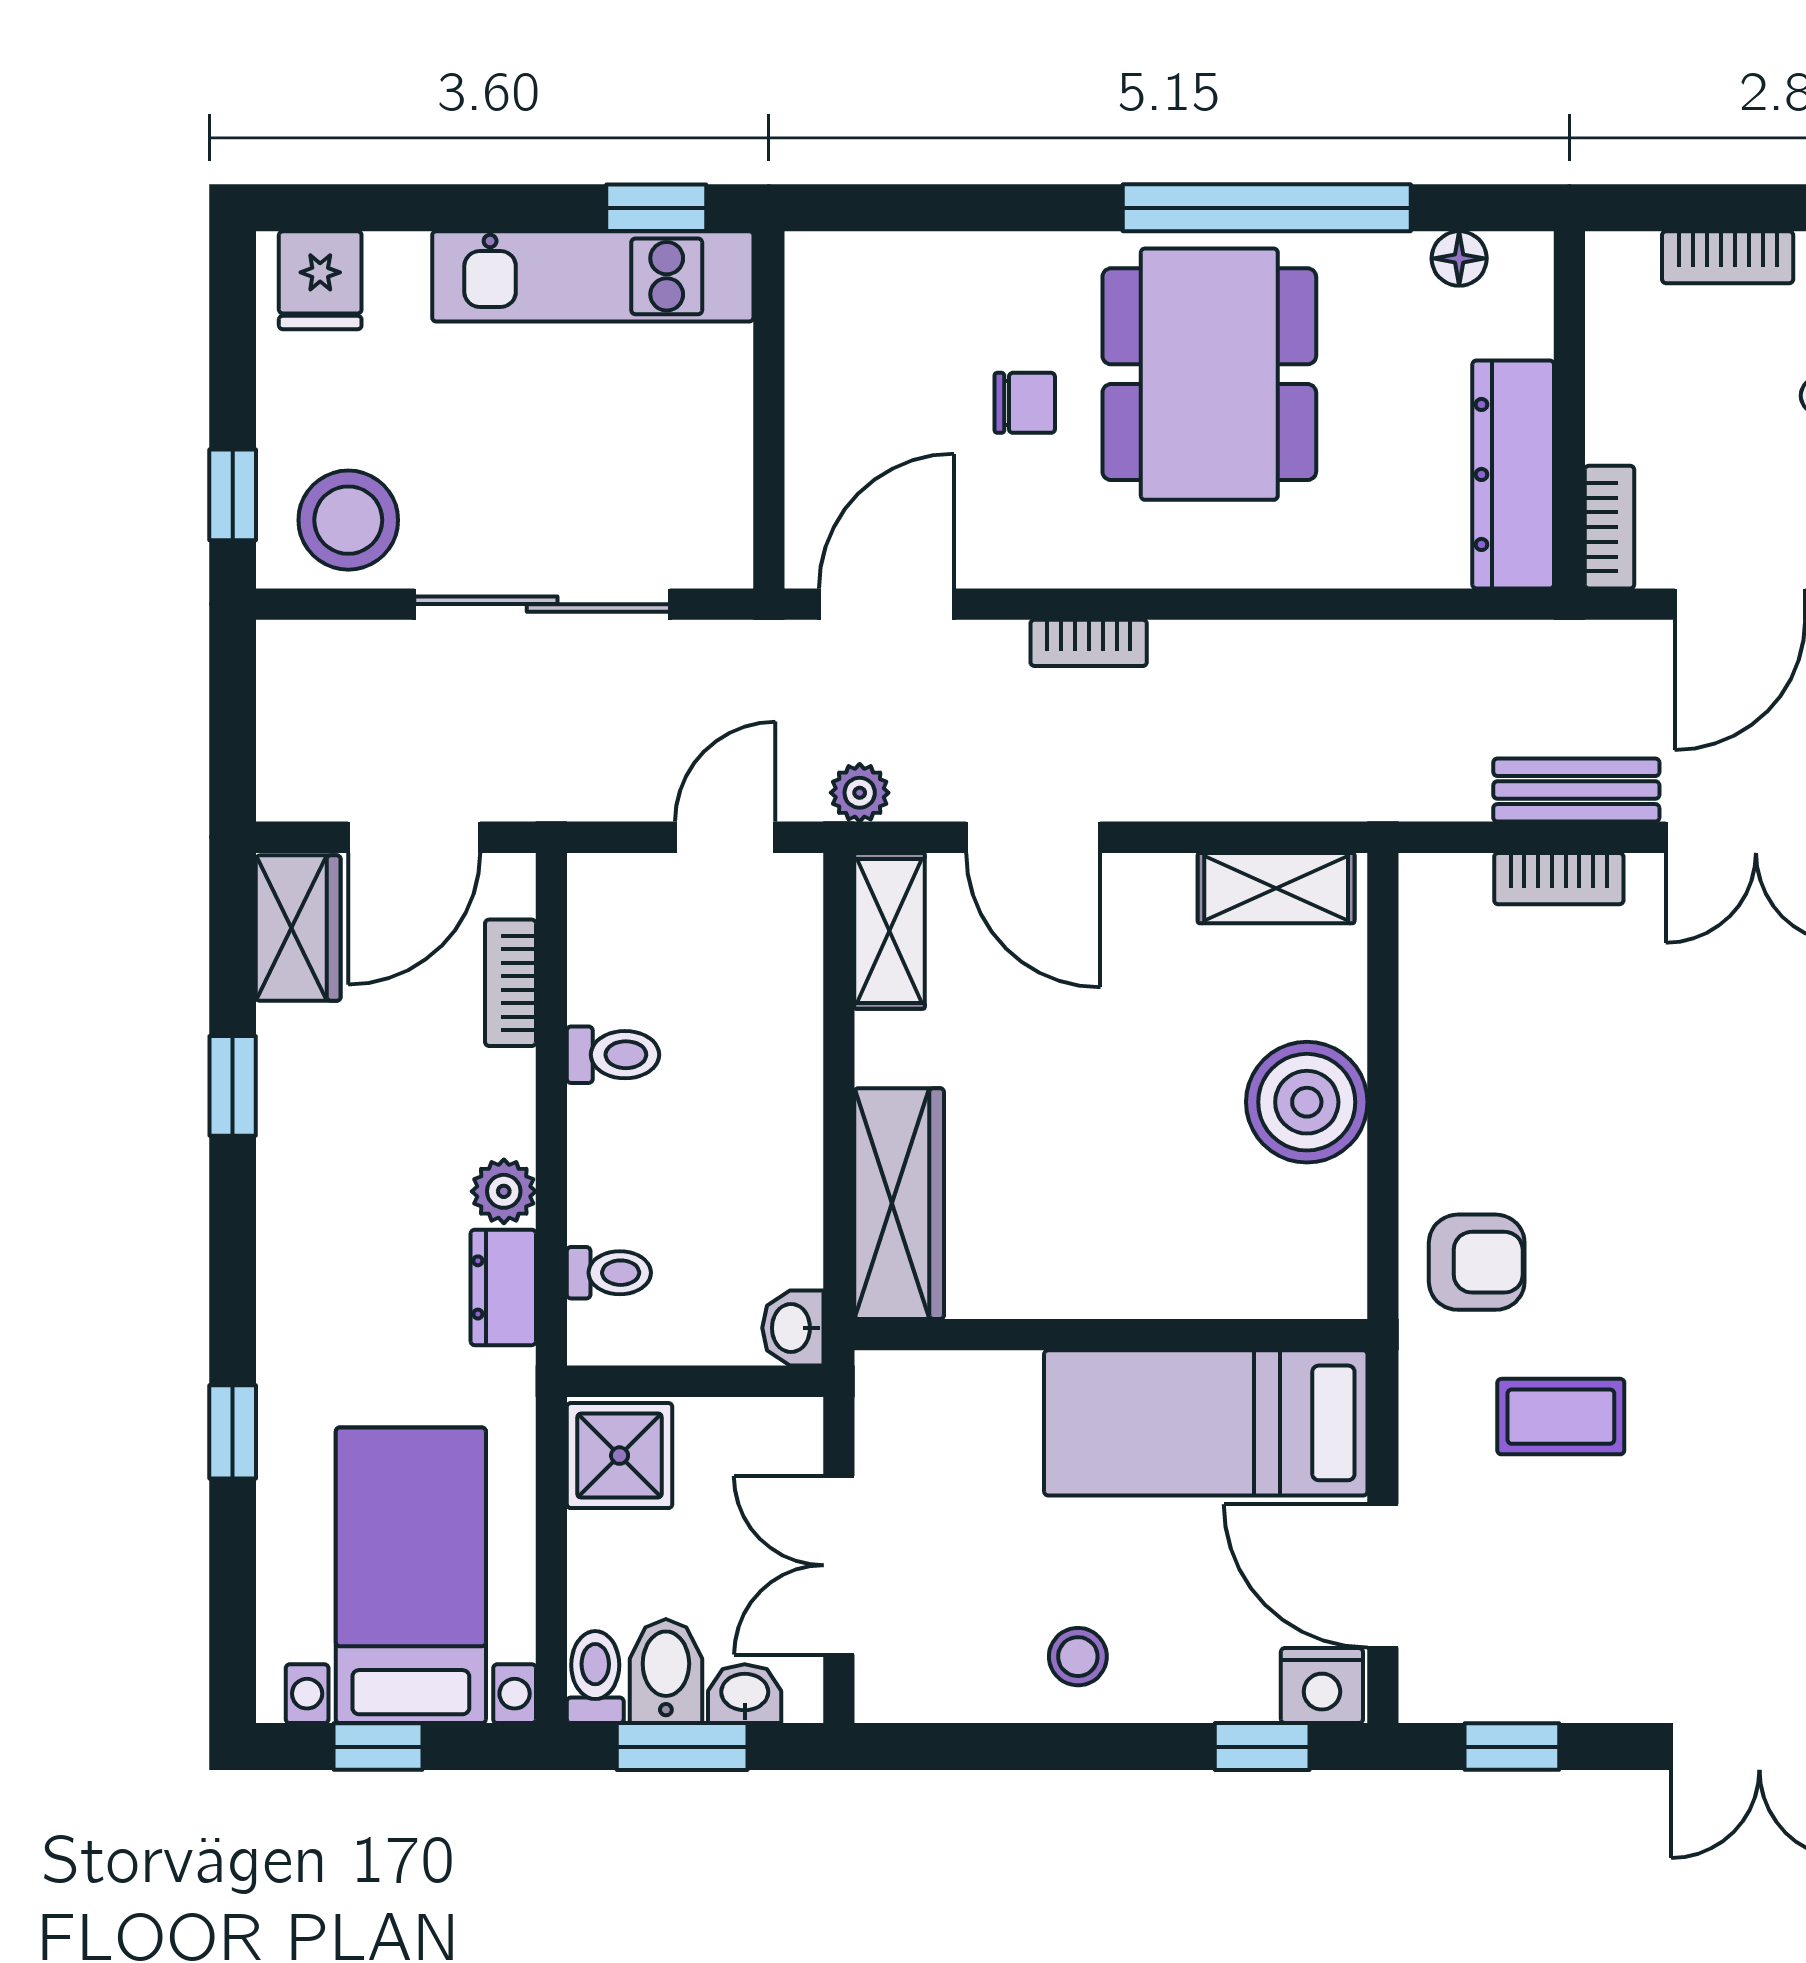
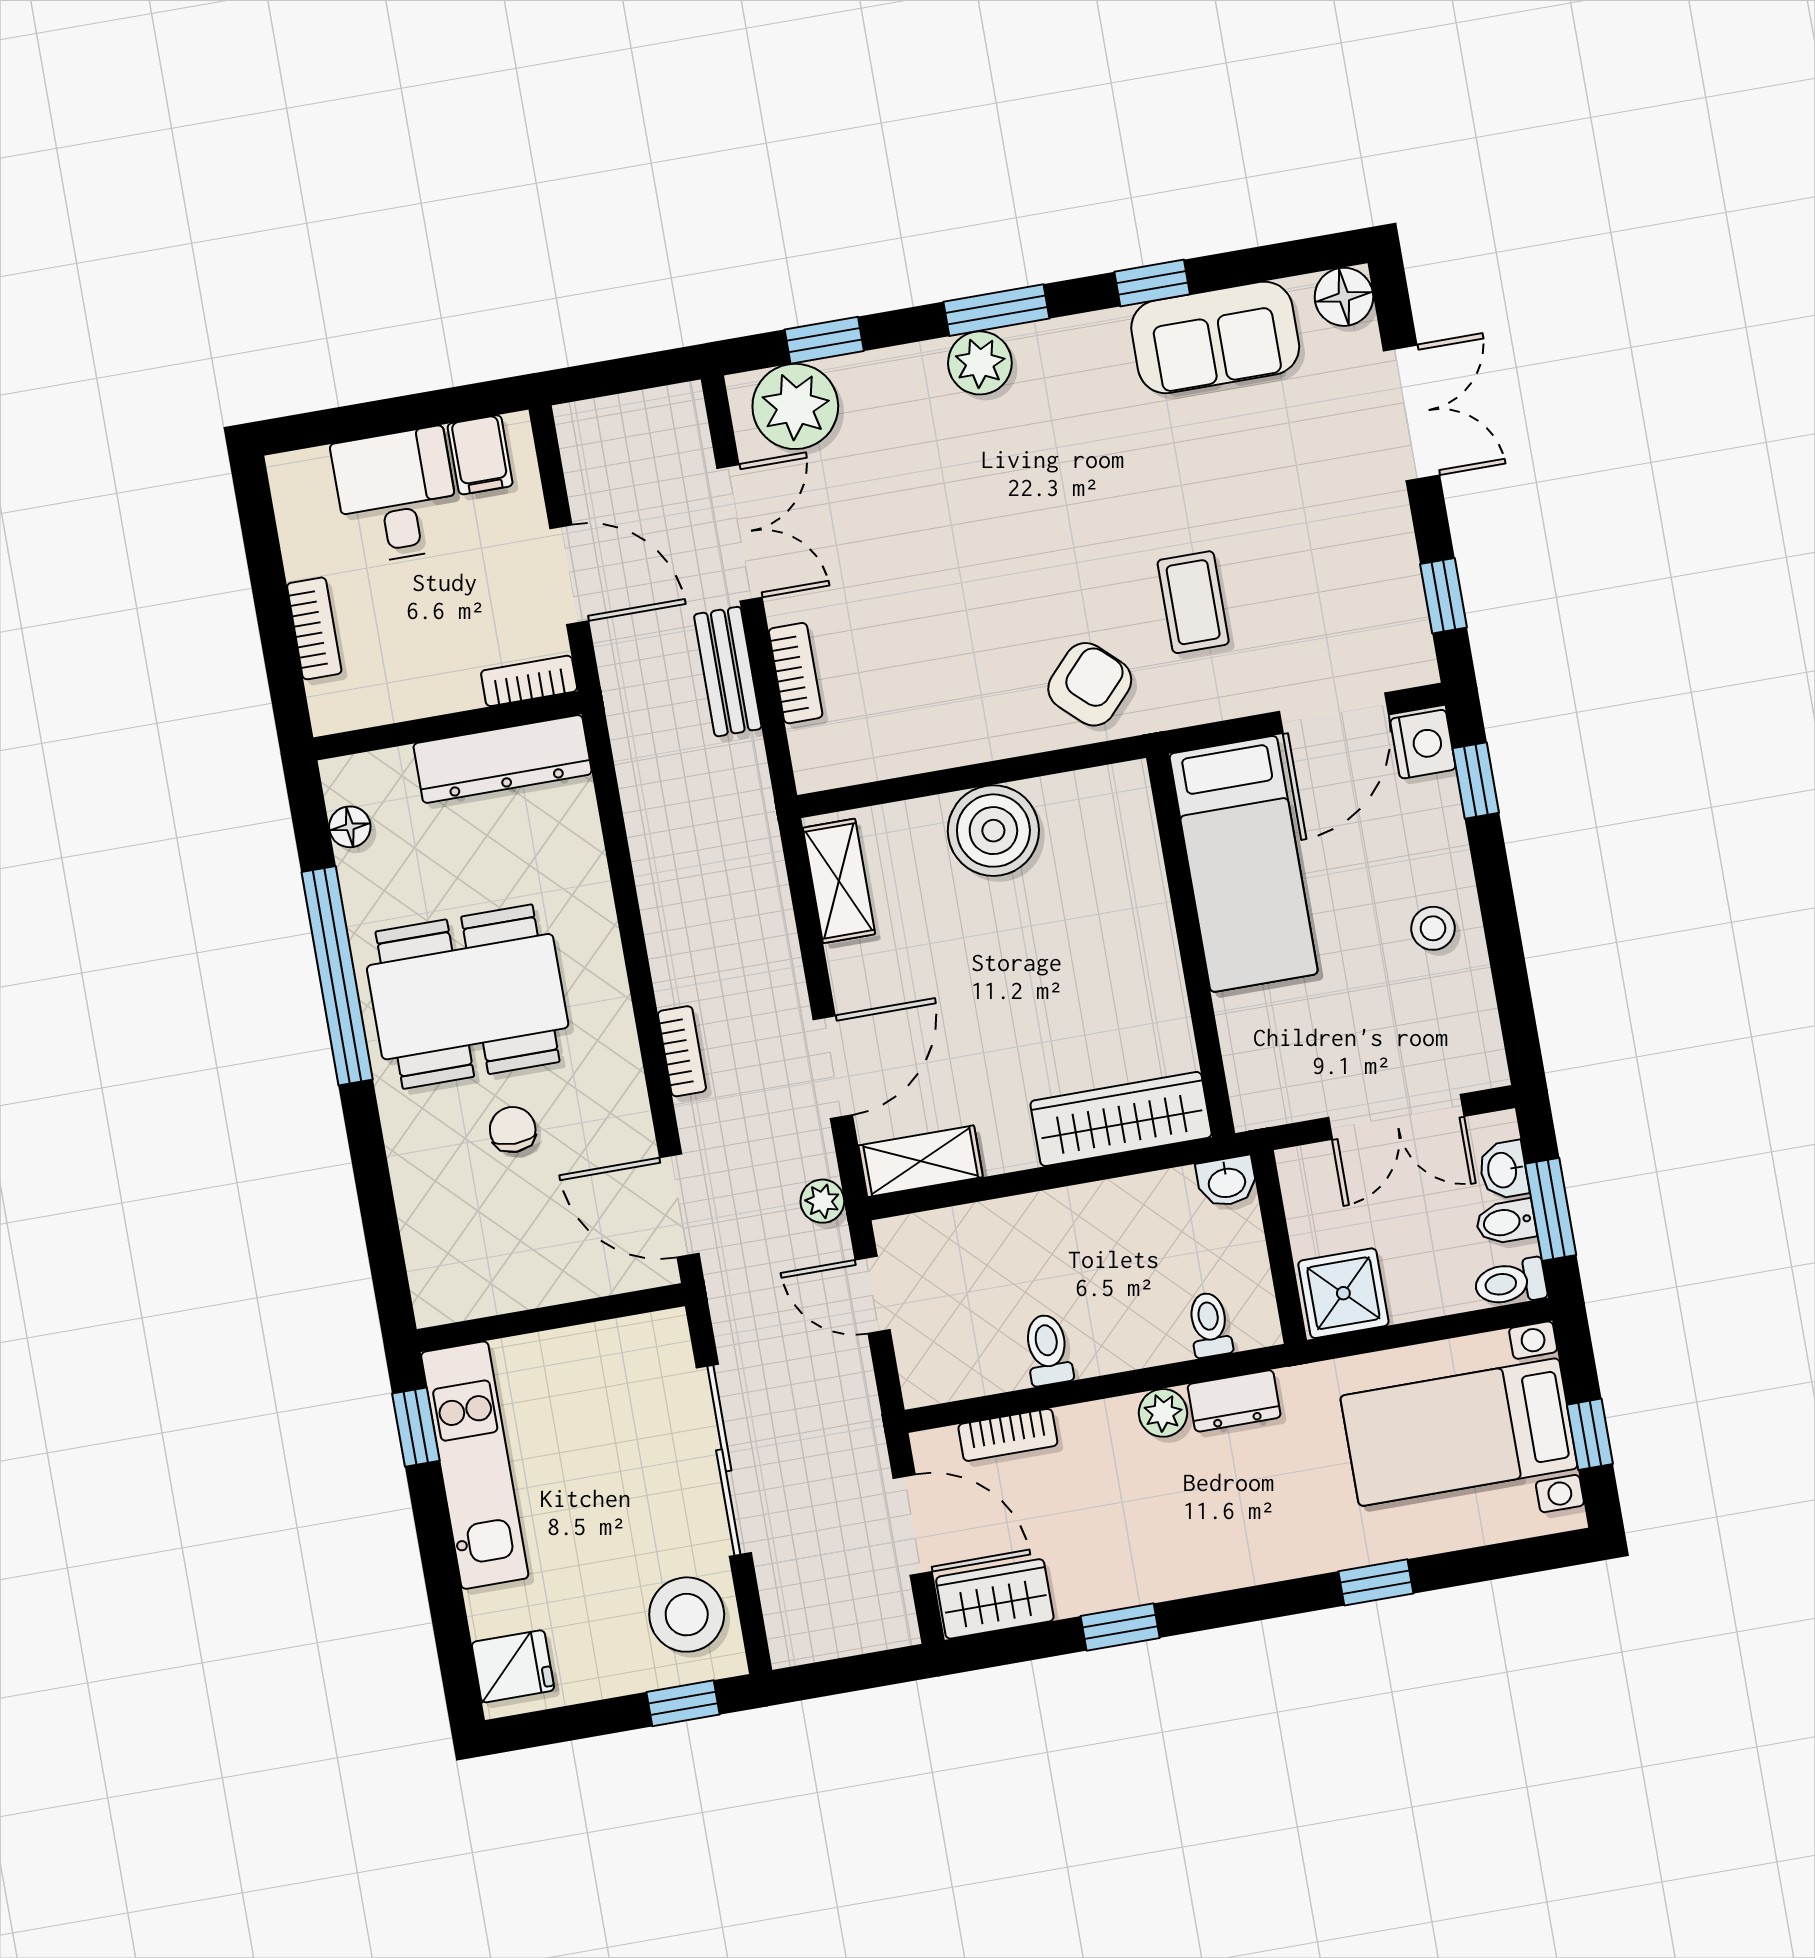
armchair: (1477, 1262) -> (1090, 684), turned 43
bidet: (666, 1671) -> (1506, 1222), width x0.72, depth x0.74

